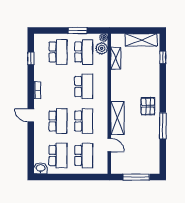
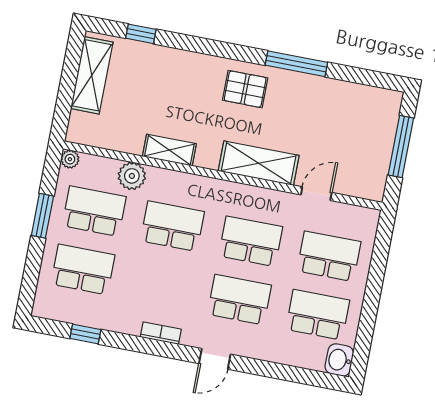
plant: (102, 48) -> (132, 176), moved
shelving: (116, 58) -> (169, 150), moved

